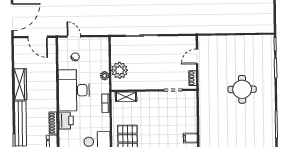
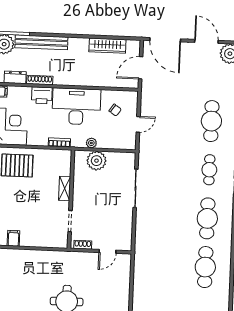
door: (74, 36) -> (138, 124), moved
door: (197, 56) -> (108, 251), swing flipped
wardrobe: (20, 84) -> (107, 46), moved
shelving: (126, 97) -> (65, 188), moved

